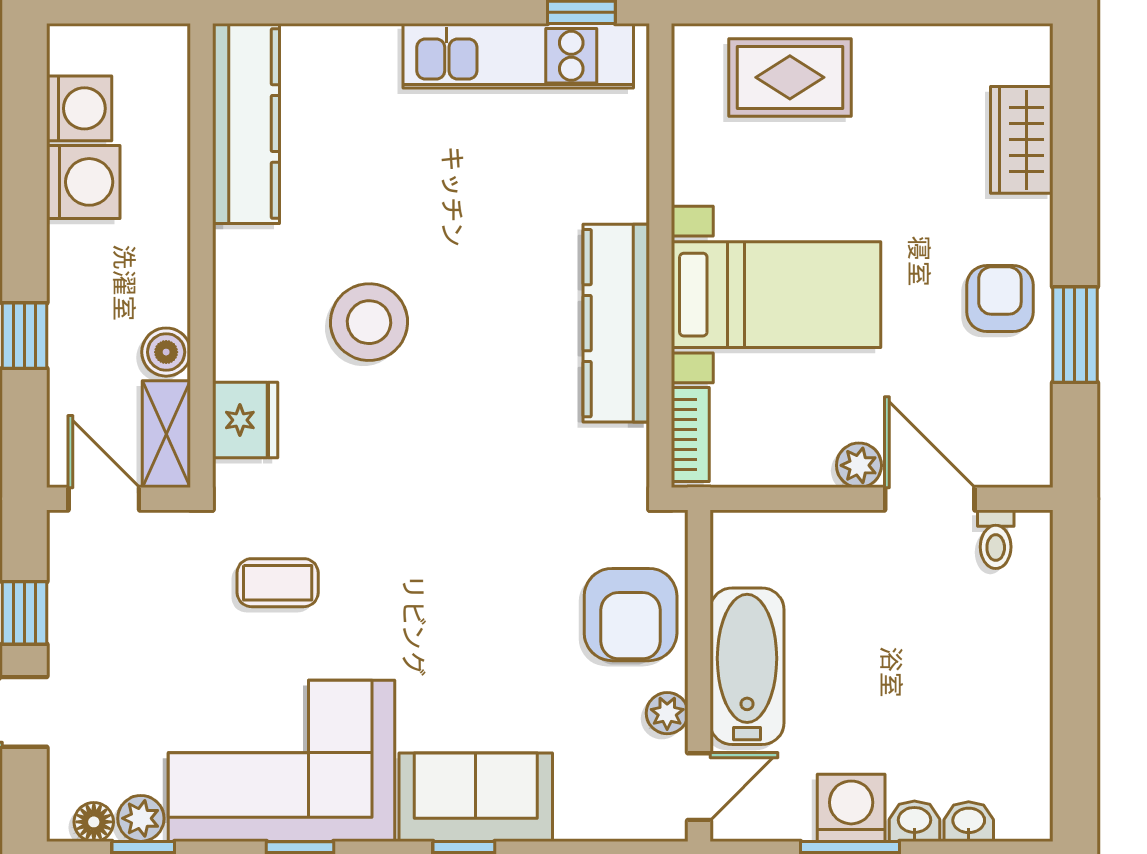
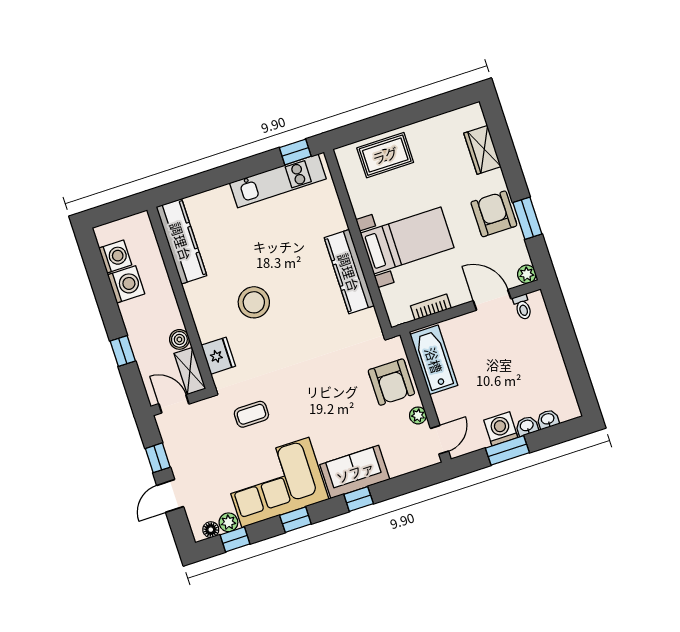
armchair: (1000, 299) -> (494, 214), width x1.38, depth x1.38
bookcase: (690, 435) -> (431, 307), moved, turned -90
plant: (859, 465) -> (527, 274), moved
bathtub: (747, 666) -> (434, 360), moved

